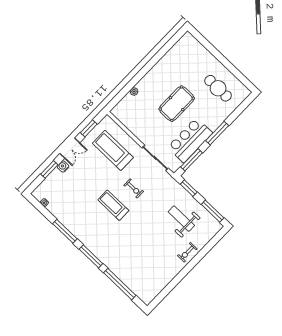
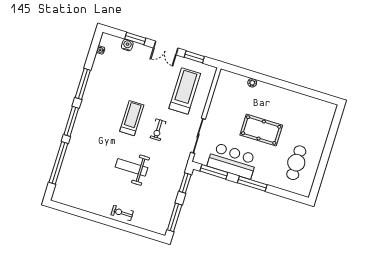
water cooler: (63, 166) -> (127, 45), moved
weight bench: (181, 219) -> (132, 167), moved, turned -90

